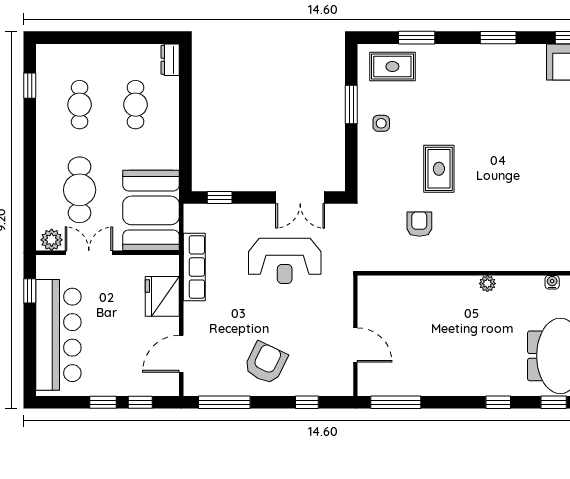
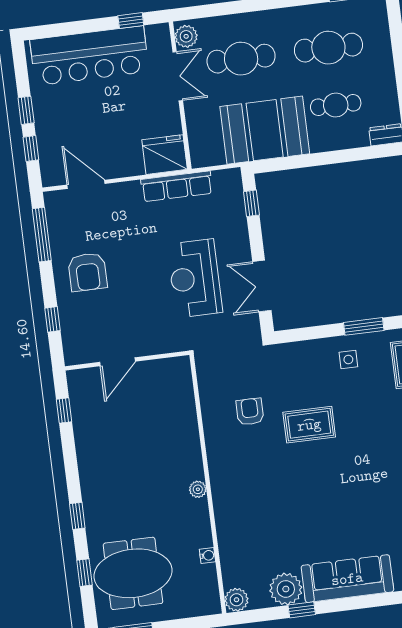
cafe table: (80, 105) -> (328, 48), width x1.37, depth x1.35
booth: (151, 210) -> (265, 130), moved
armchair: (419, 224) -> (250, 412), turned -90
fridge: (162, 296) -> (165, 155), moved
armchair: (266, 363) -> (88, 272), turned 64
window: (396, 402) -> (64, 411), width x0.46

